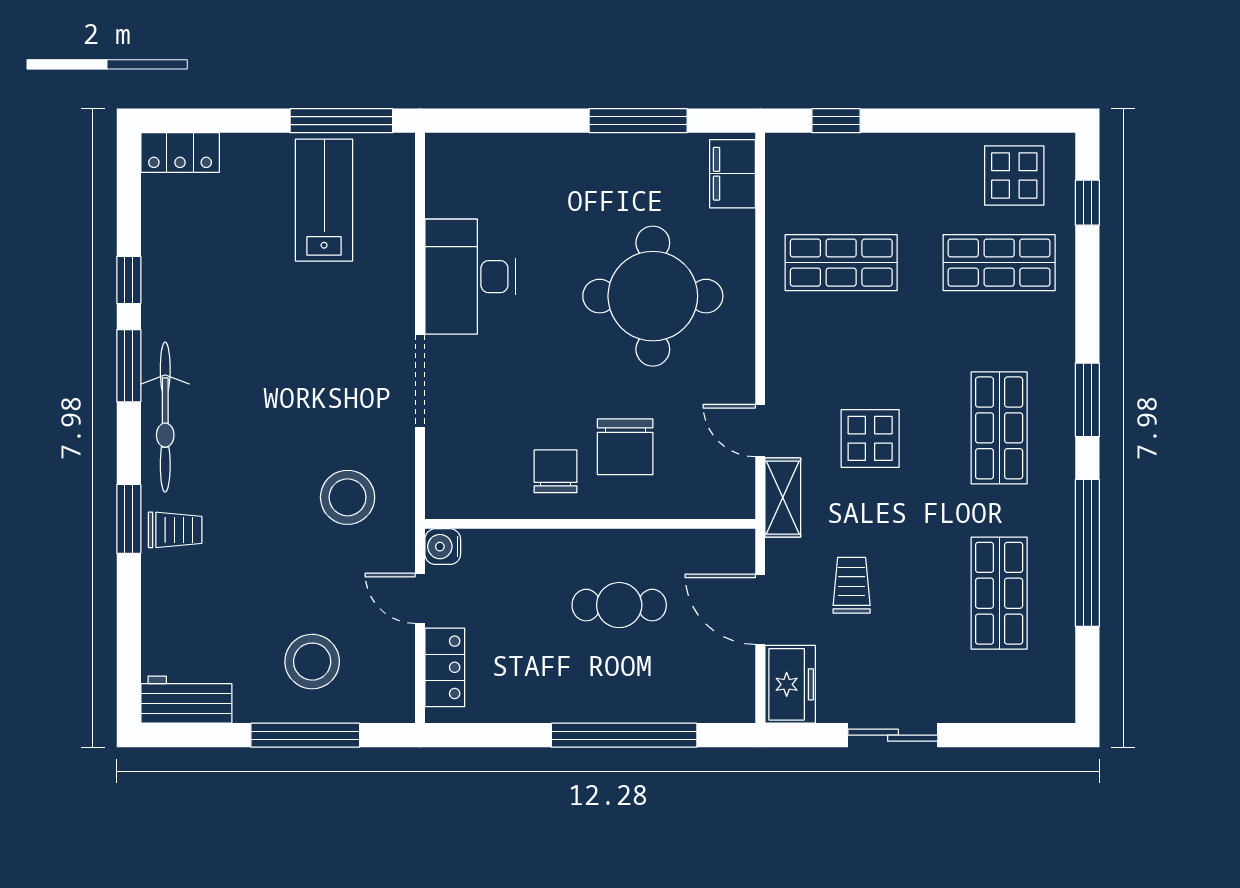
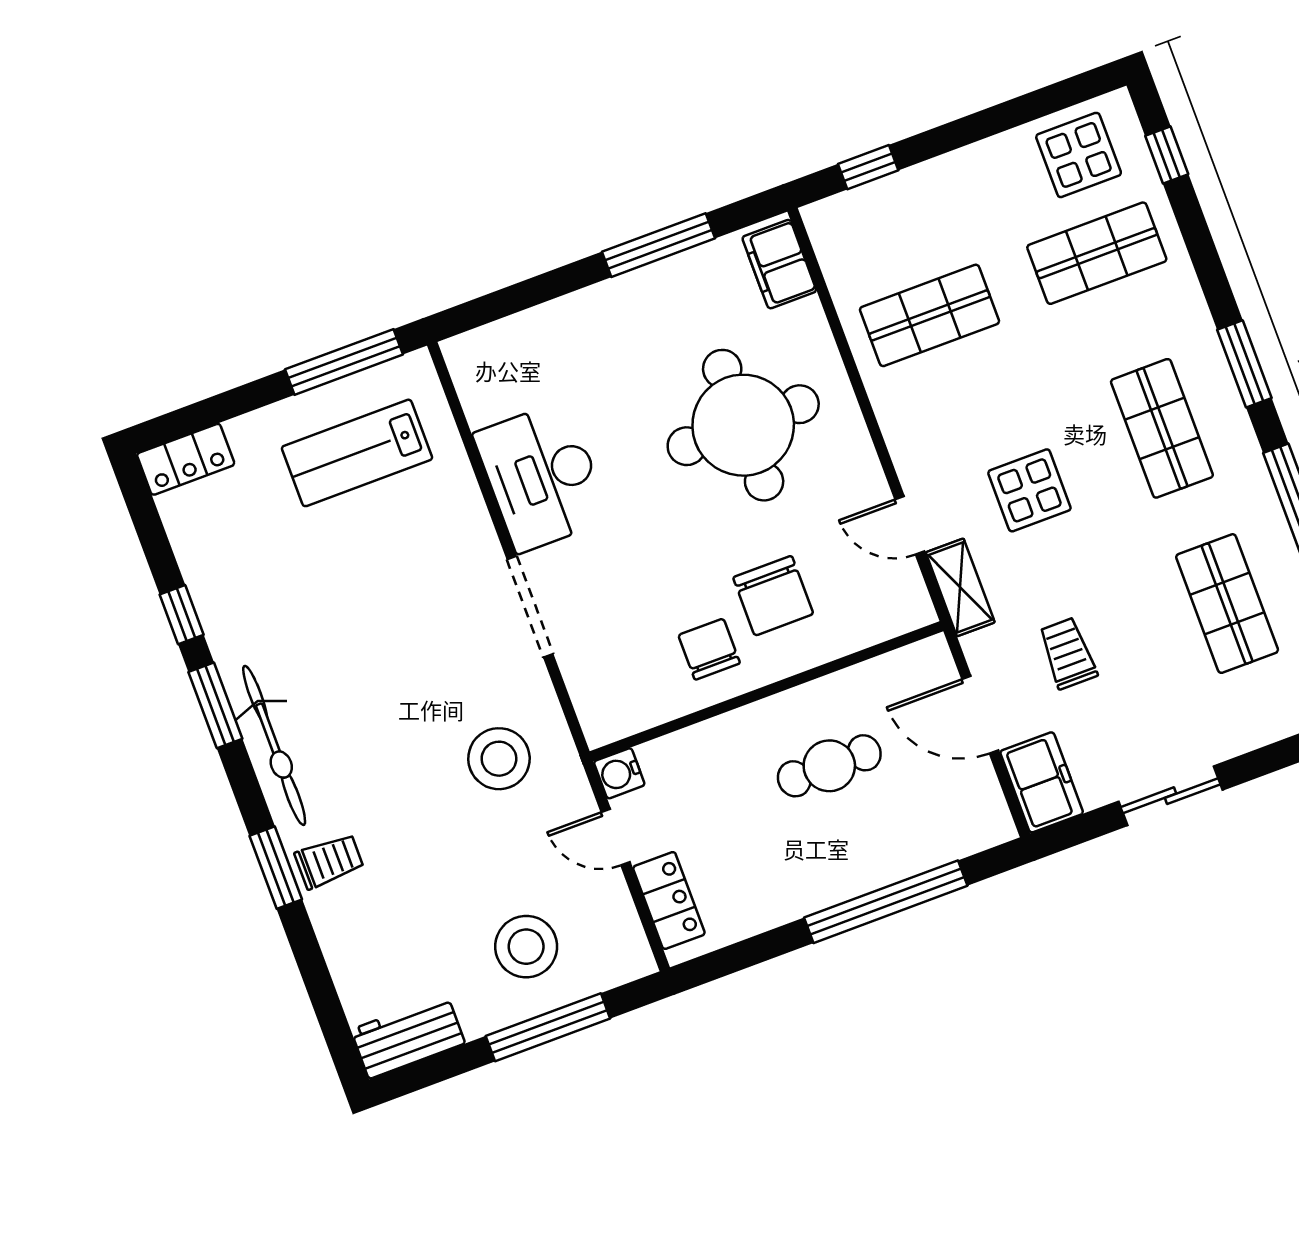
lab bench: (324, 200) -> (357, 453), turned -90

